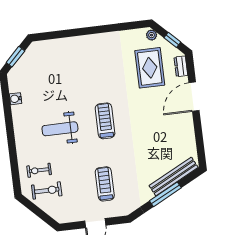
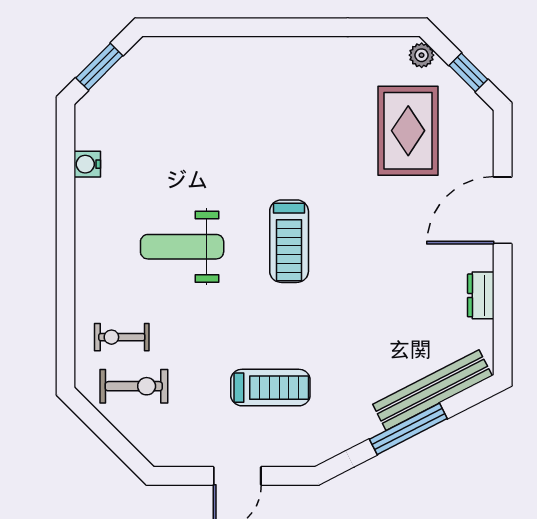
dresser: (181, 66) -> (481, 295), moved
treadmill: (105, 121) -> (289, 241), turned 180
treadmill: (105, 184) -> (270, 388), turned 90

